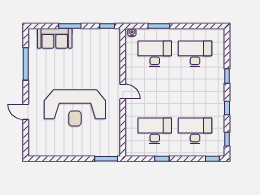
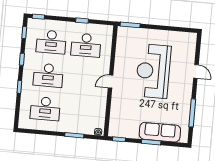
sofa: (55, 38) -> (160, 132), width x1.36
desk: (155, 54) -> (48, 75), moved
door: (123, 91) -> (111, 82), hinge flipped
reception desk: (75, 108) -> (153, 71), turned -90

